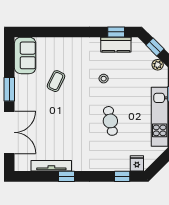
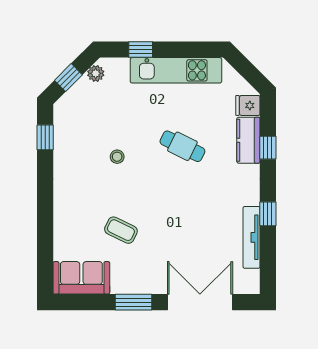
kitchen counter: (116, 45) -> (248, 140), moved, turned 180
cafe table: (110, 121) -> (182, 146), turned 37
window: (122, 176) -> (268, 148), moved

